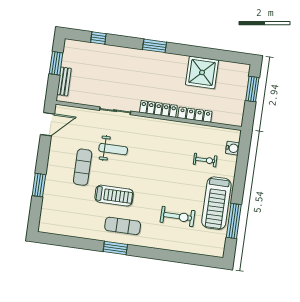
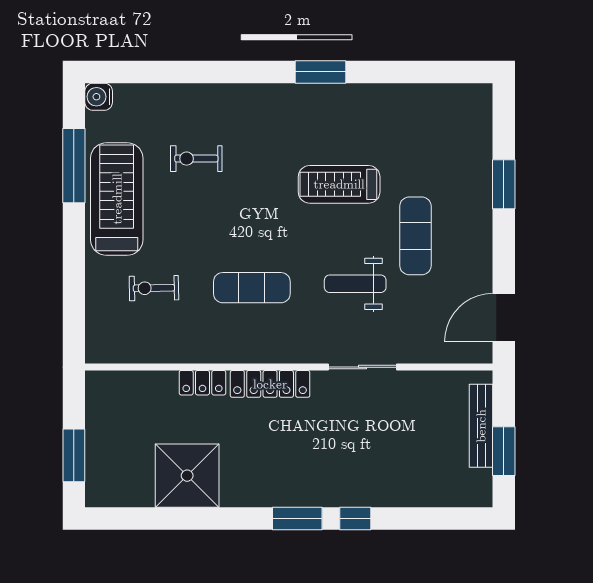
window: (98, 38) -> (355, 518), moved
bench: (64, 81) -> (481, 426), width x1.36
locker: (195, 115) -> (202, 383), width x0.66
water cooler: (233, 148) -> (99, 97), moved
exercise bike: (178, 216) -> (196, 159), width x0.73, depth x0.72
exercise mat: (123, 226) -> (252, 288), moved

